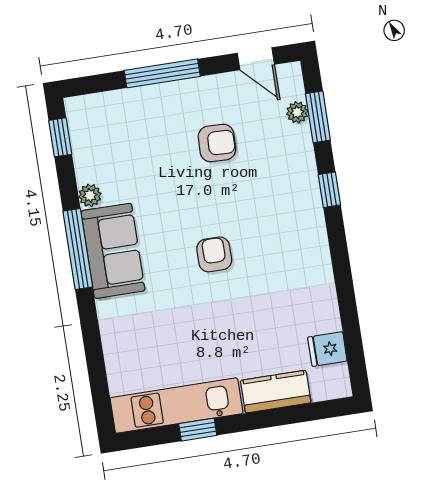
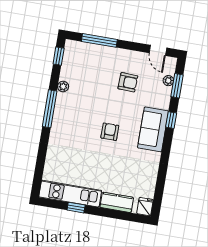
window: (162, 73) -> (99, 40), moved
sofa: (113, 251) -> (153, 129), moved, turned 180
fridge: (327, 349) -> (145, 207), moved, turned 90

